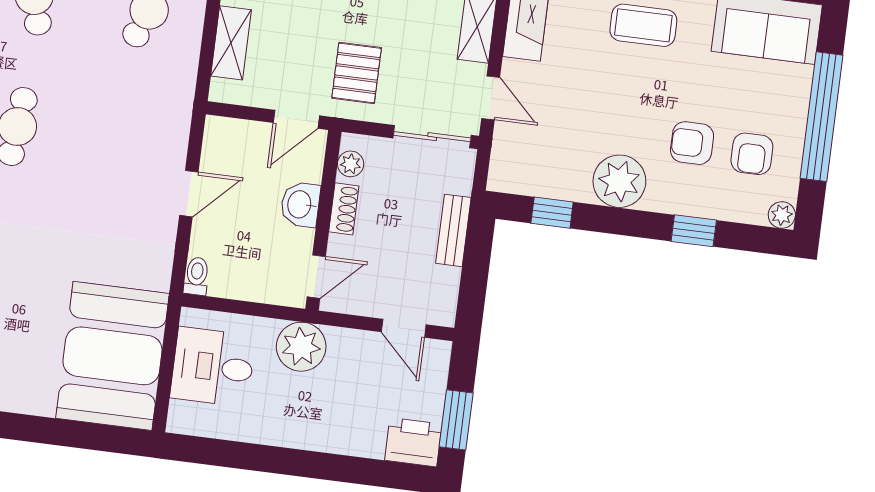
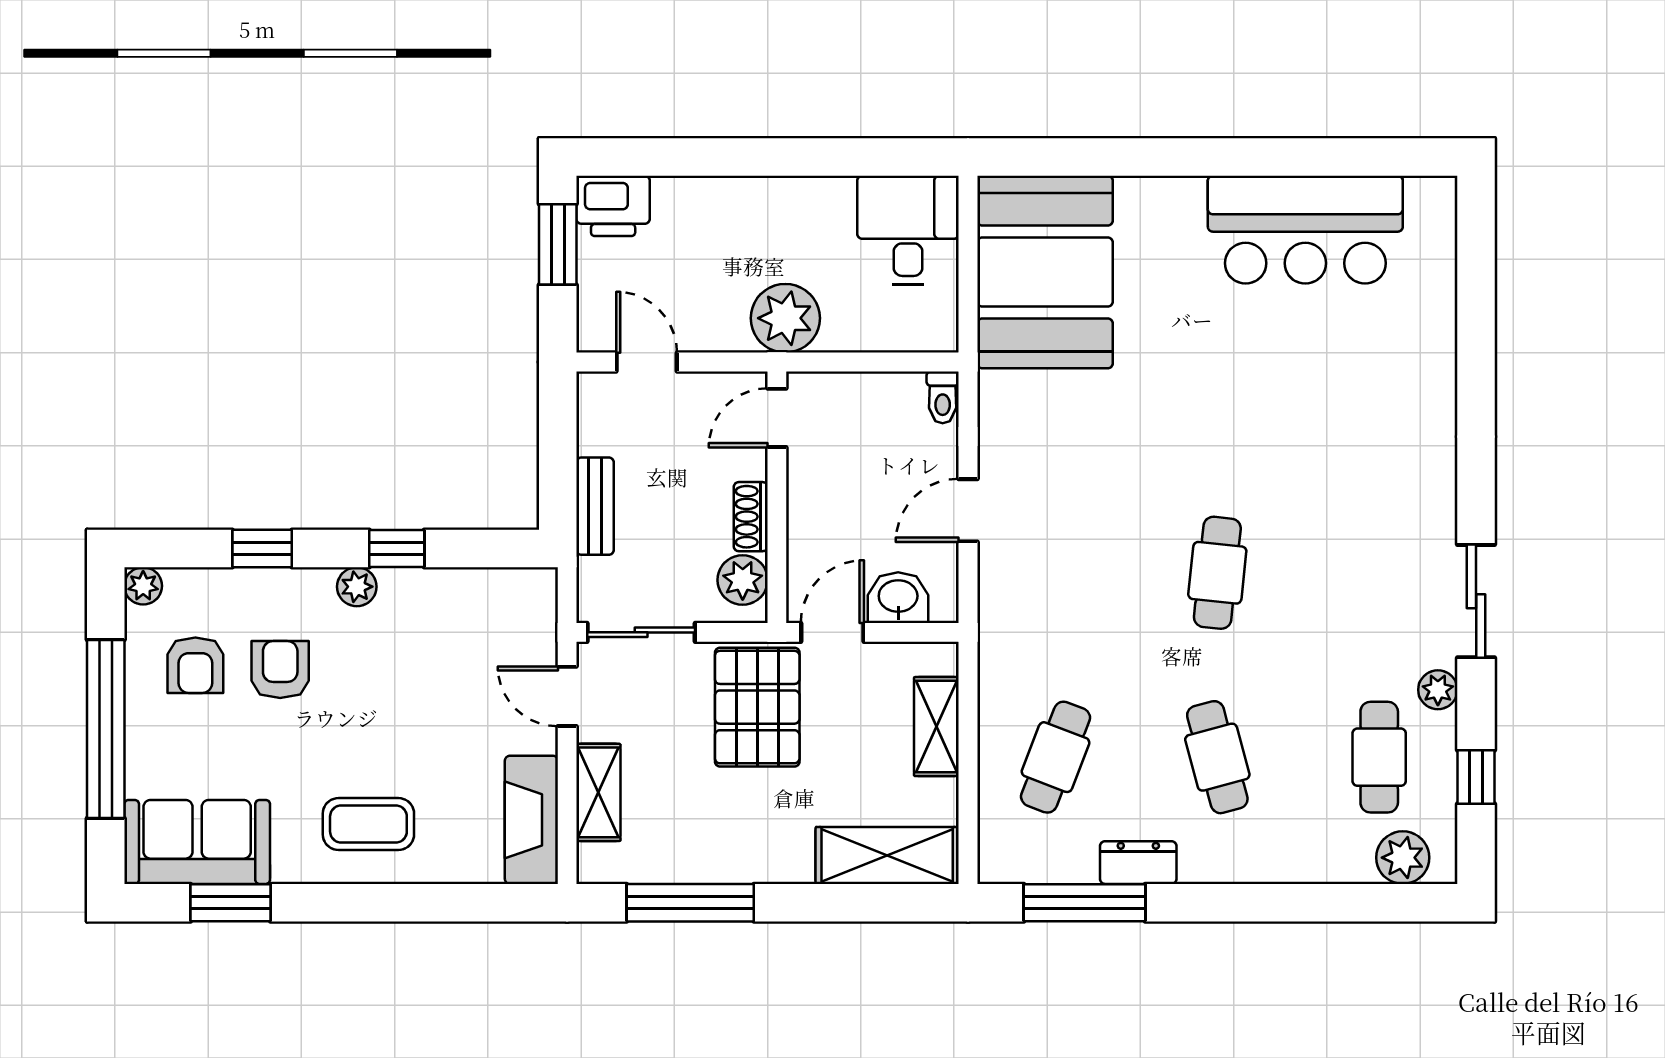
pallet: (357, 73) -> (757, 707), width x1.50, depth x1.42
armchair: (692, 143) -> (280, 670), turned -90
armchair: (752, 154) -> (195, 665), turned 180
plant: (351, 164) -> (743, 580), width x1.38, depth x1.38
plant: (619, 181) -> (357, 587), width x0.53, depth x0.53
washbasin: (300, 205) -> (898, 598), moved, turned -90
window: (552, 213) -> (397, 548), moved
desk: (213, 367) -> (908, 230), moved, turned -90

